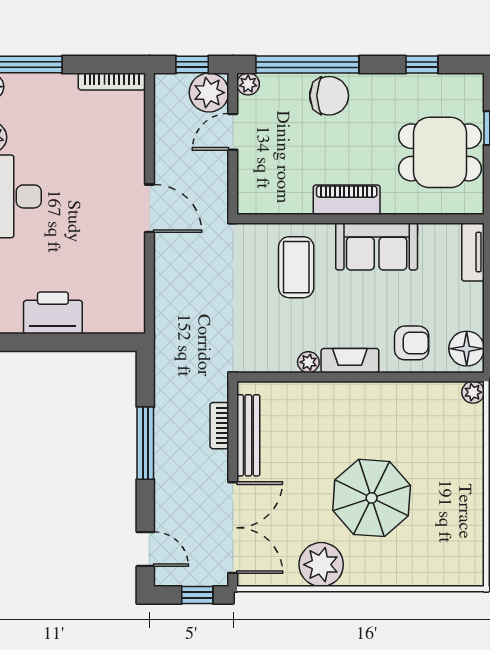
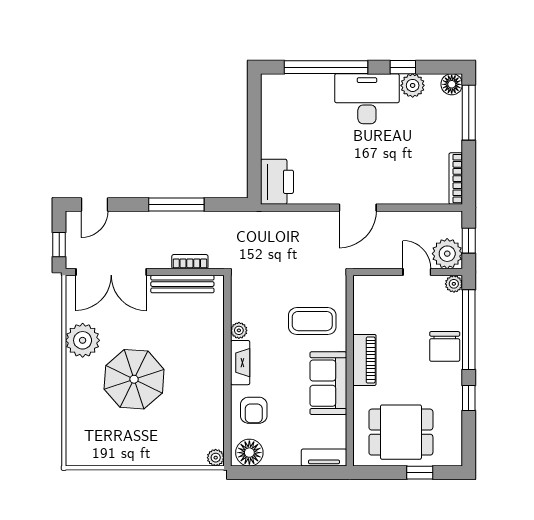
window: (422, 65) -> (469, 398), moved
dining table: (440, 152) -> (401, 432), turned 90
printer: (53, 313) -> (277, 182), moved

